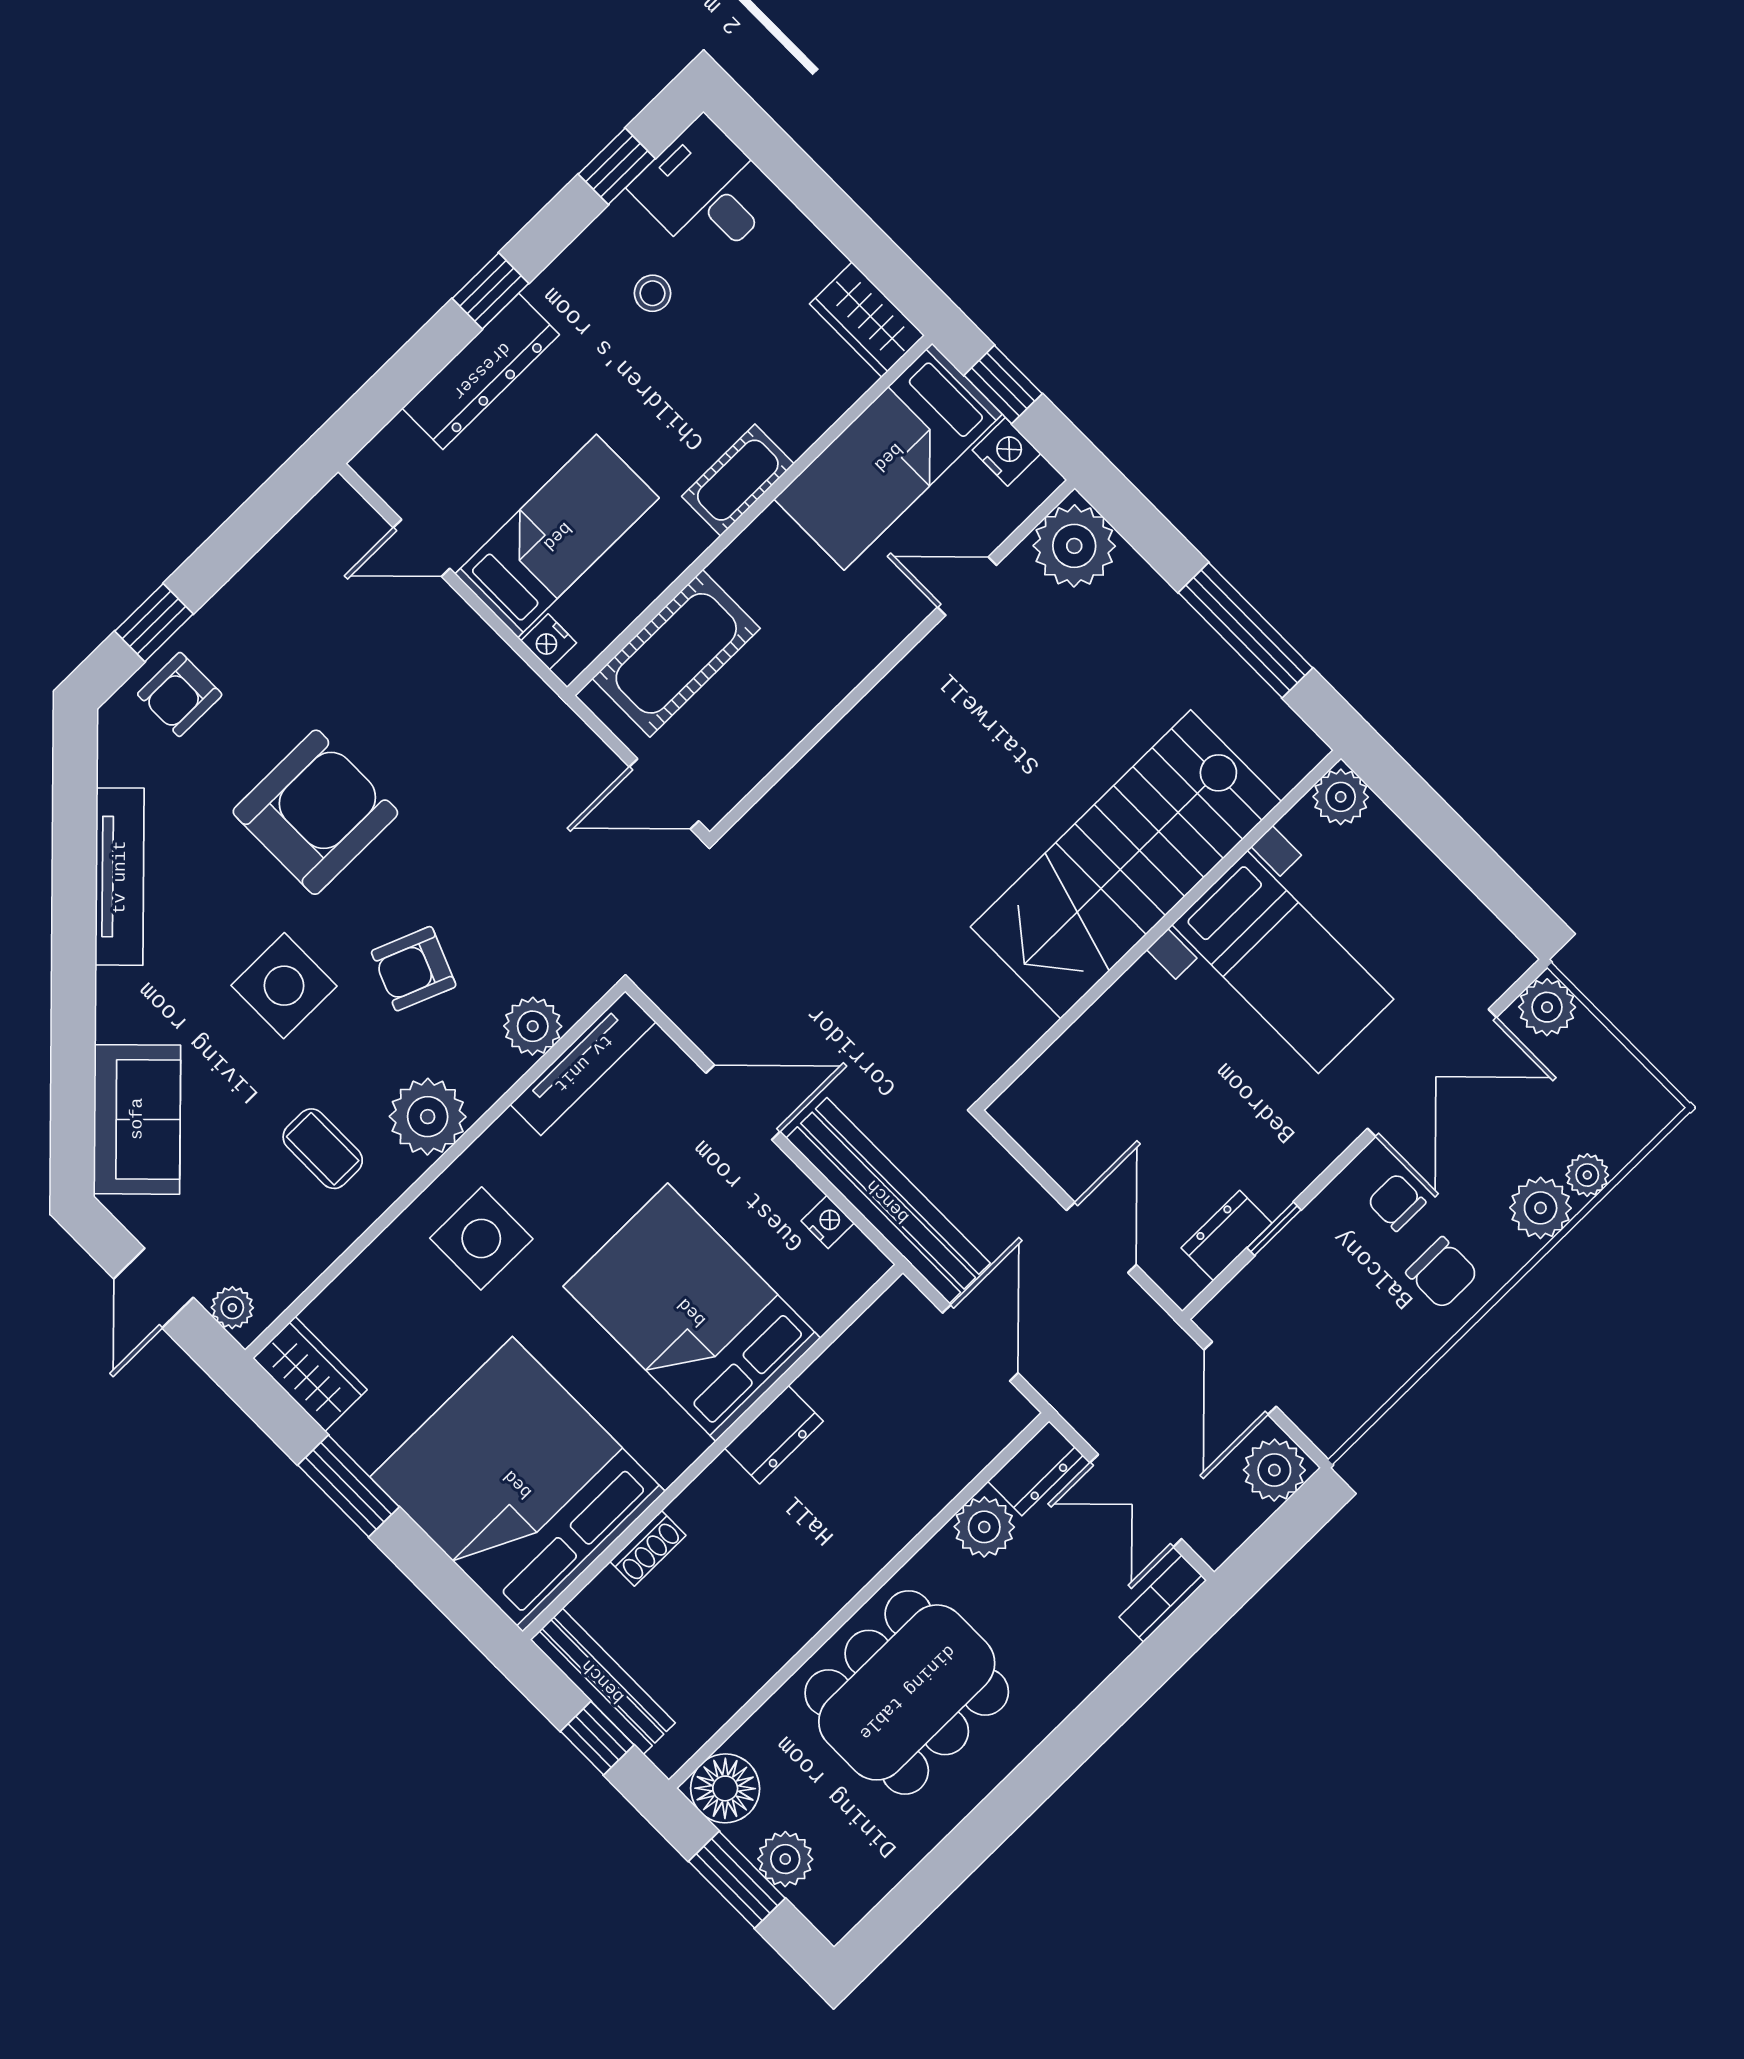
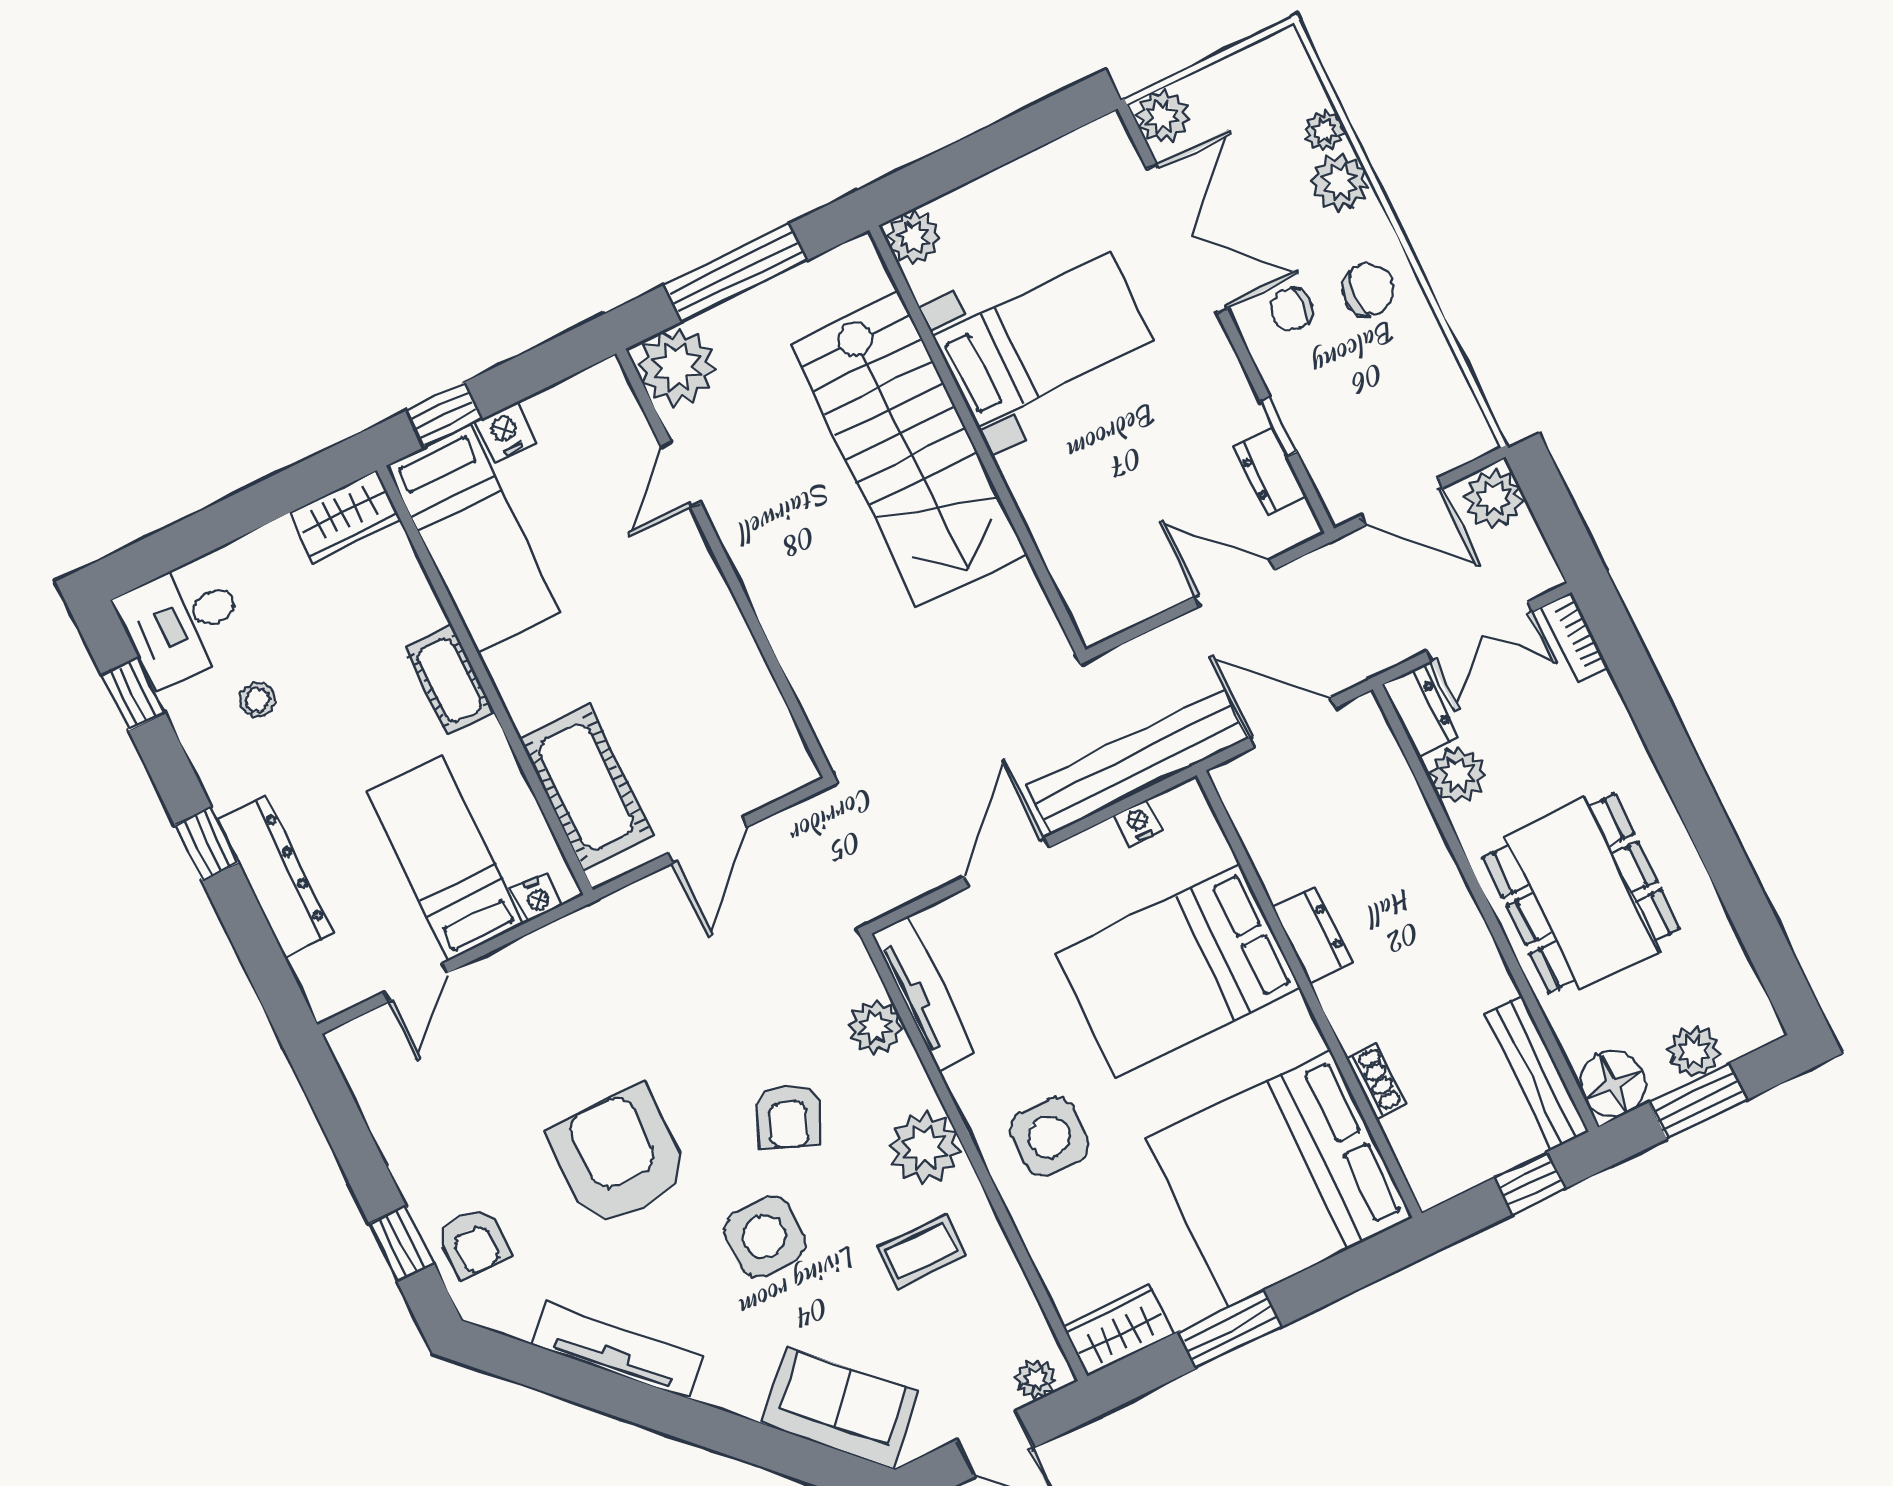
plant: (1074, 546) -> (677, 367), moved
door: (967, 586) -> (681, 474), moved
wall: (892, 660) -> (724, 563), moved
bench: (603, 1681) -> (1537, 1073), moved, turned 90

